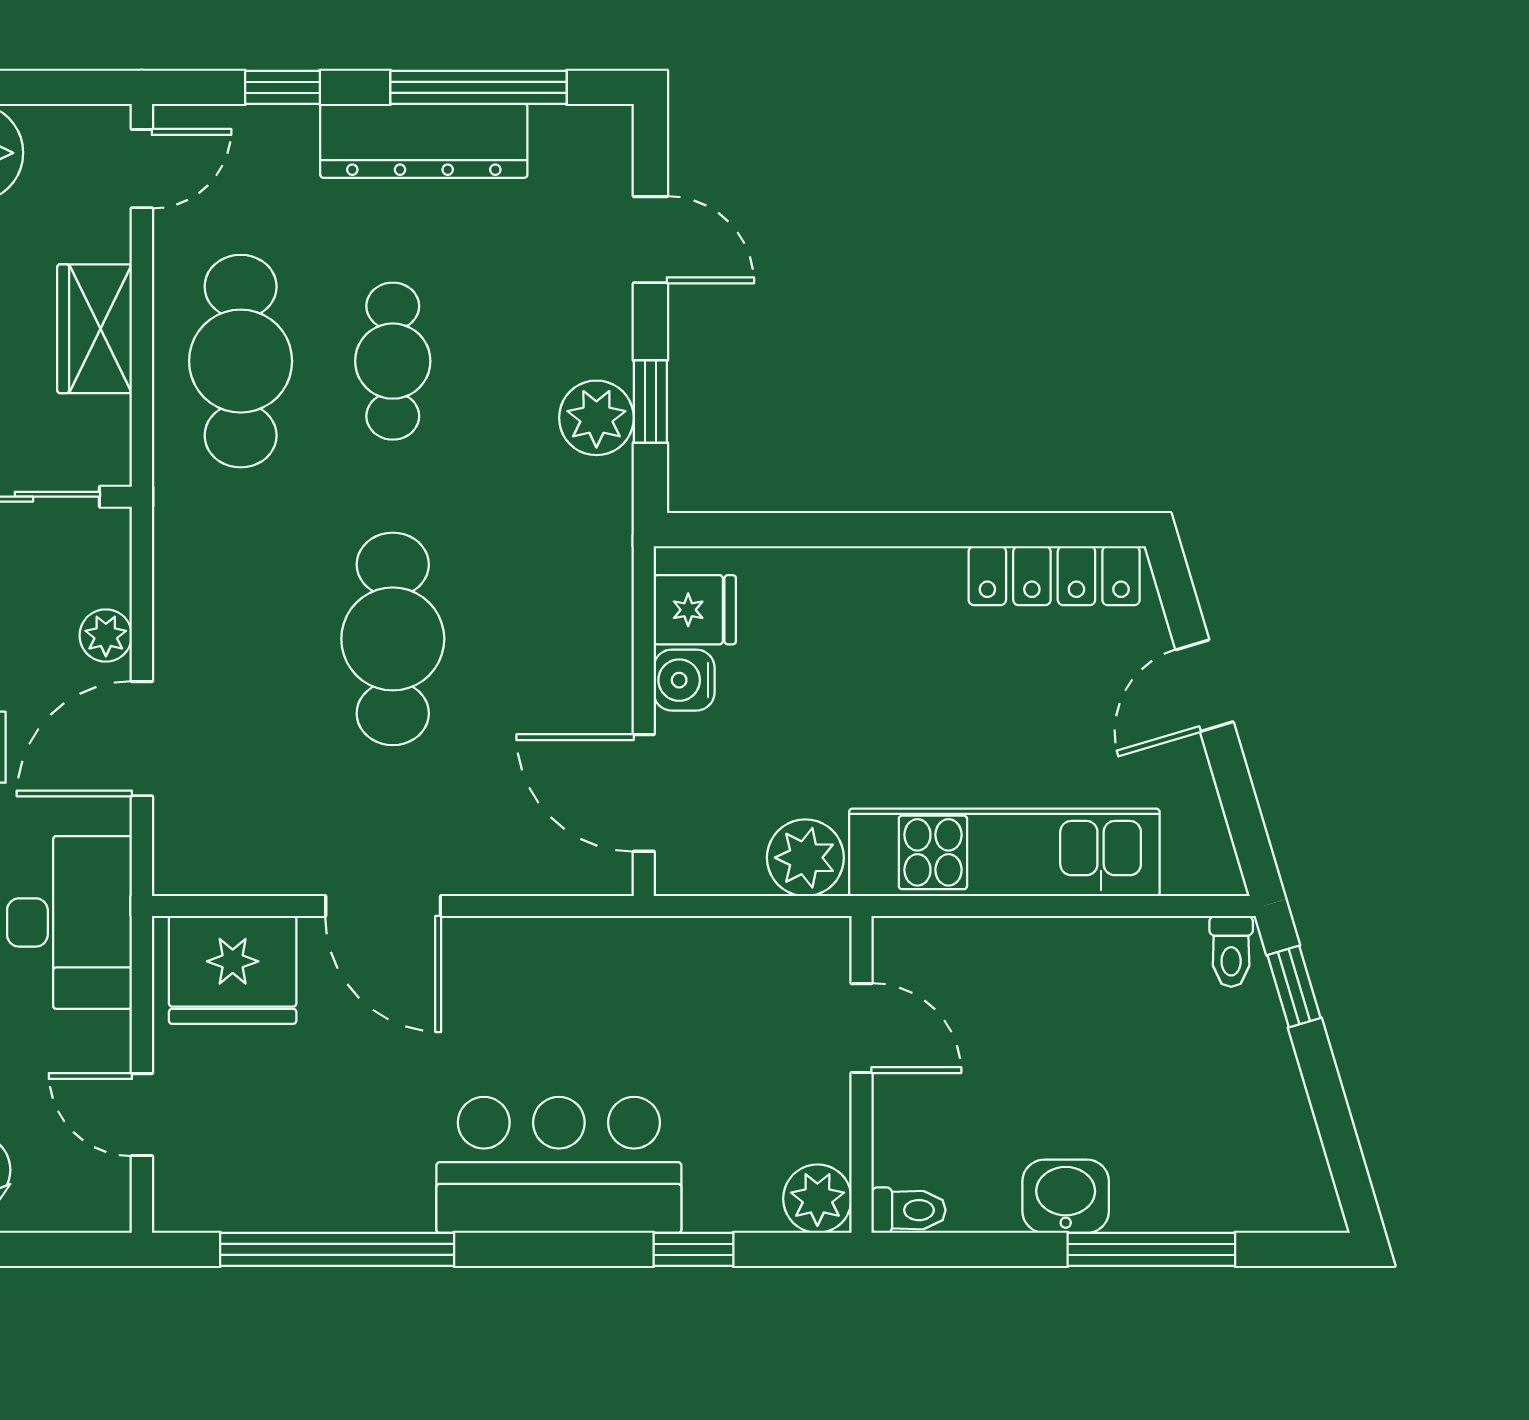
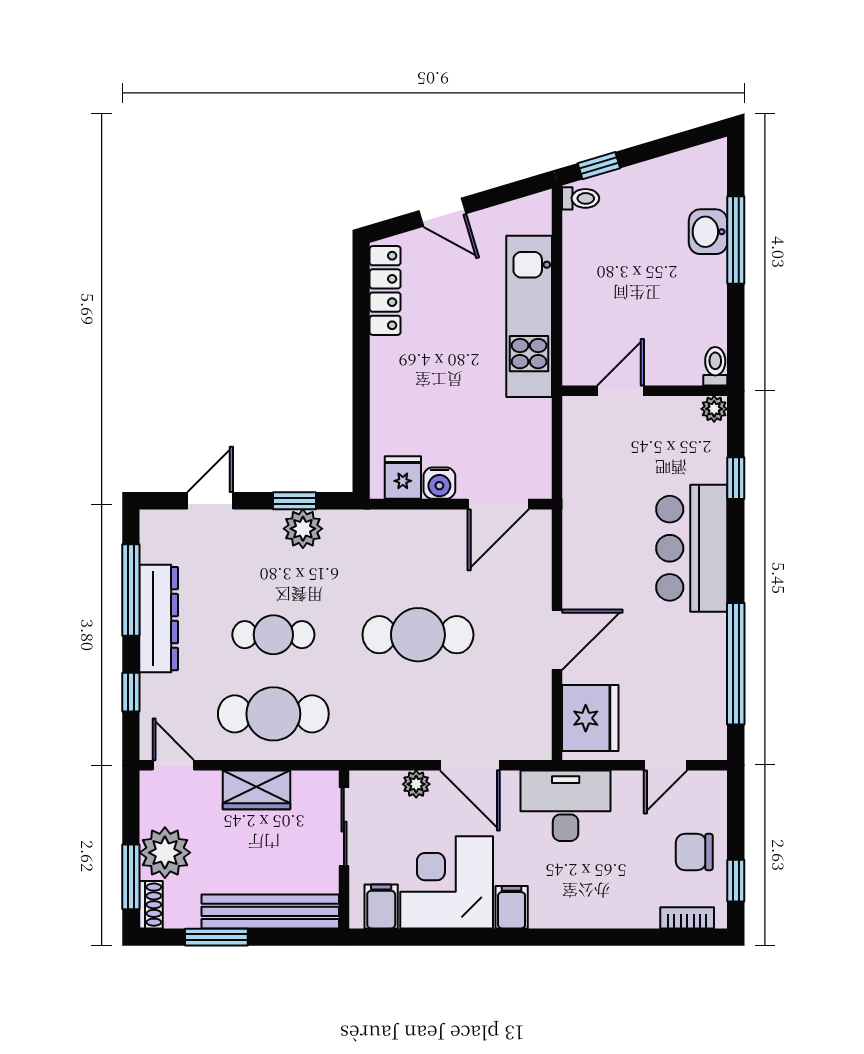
plant: (805, 858) -> (532, 420), removed
washbasin: (1066, 1196) -> (708, 232), moved
plant: (817, 1199) -> (714, 409), width x0.73, depth x0.73

